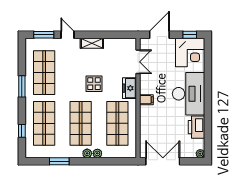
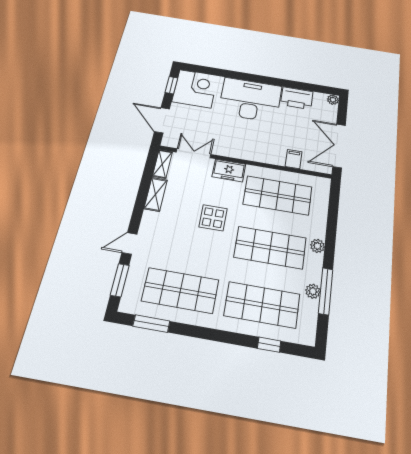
shelving: (92, 43) -> (156, 194), moved
shelving: (126, 43) -> (162, 164), added
window: (22, 86) -> (151, 324), moved
filing cabinet: (146, 100) -> (294, 159), moved
plant: (97, 153) -> (313, 291), moved
window: (59, 161) -> (326, 291), width x1.44

